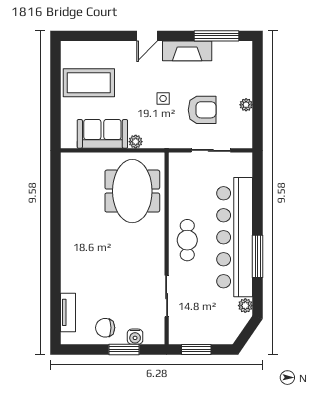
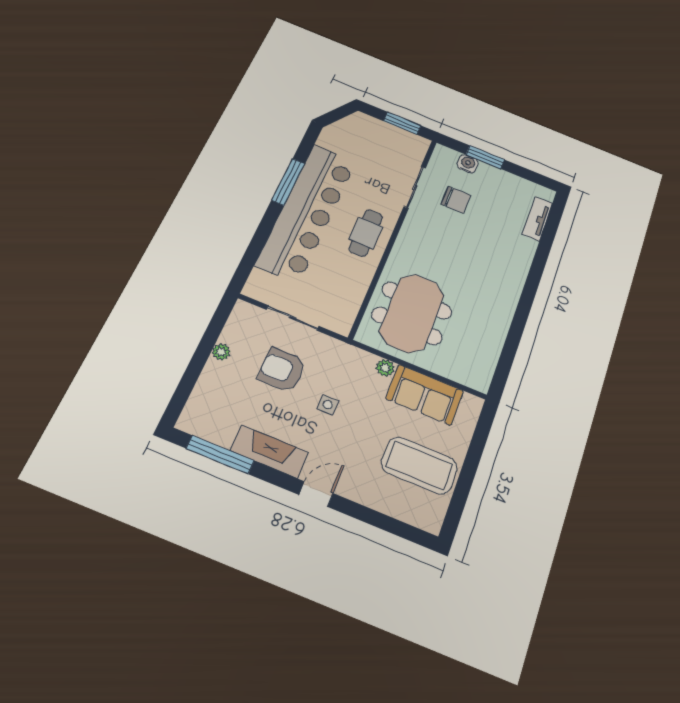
plant: (245, 306) -> (326, 140), removed
chair: (105, 328) -> (456, 200), moved

